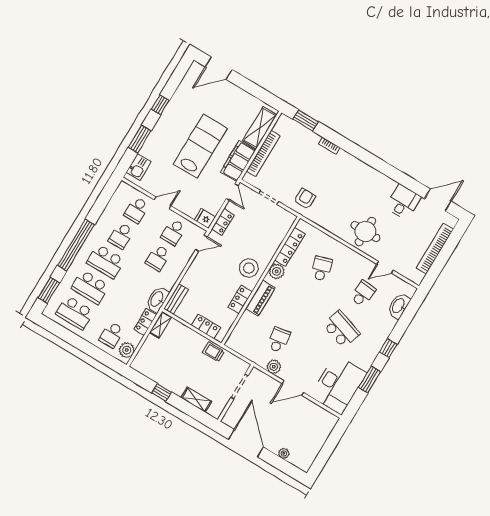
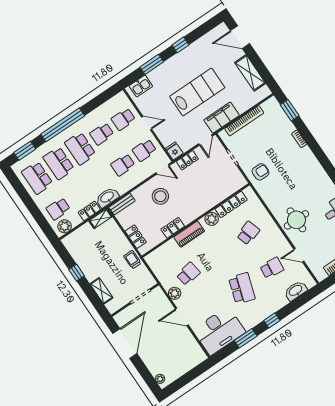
shelving: (260, 128) -> (250, 73), moved, turned 90
stool: (249, 268) -> (160, 196), moved
plant: (284, 453) -> (160, 379), moved

